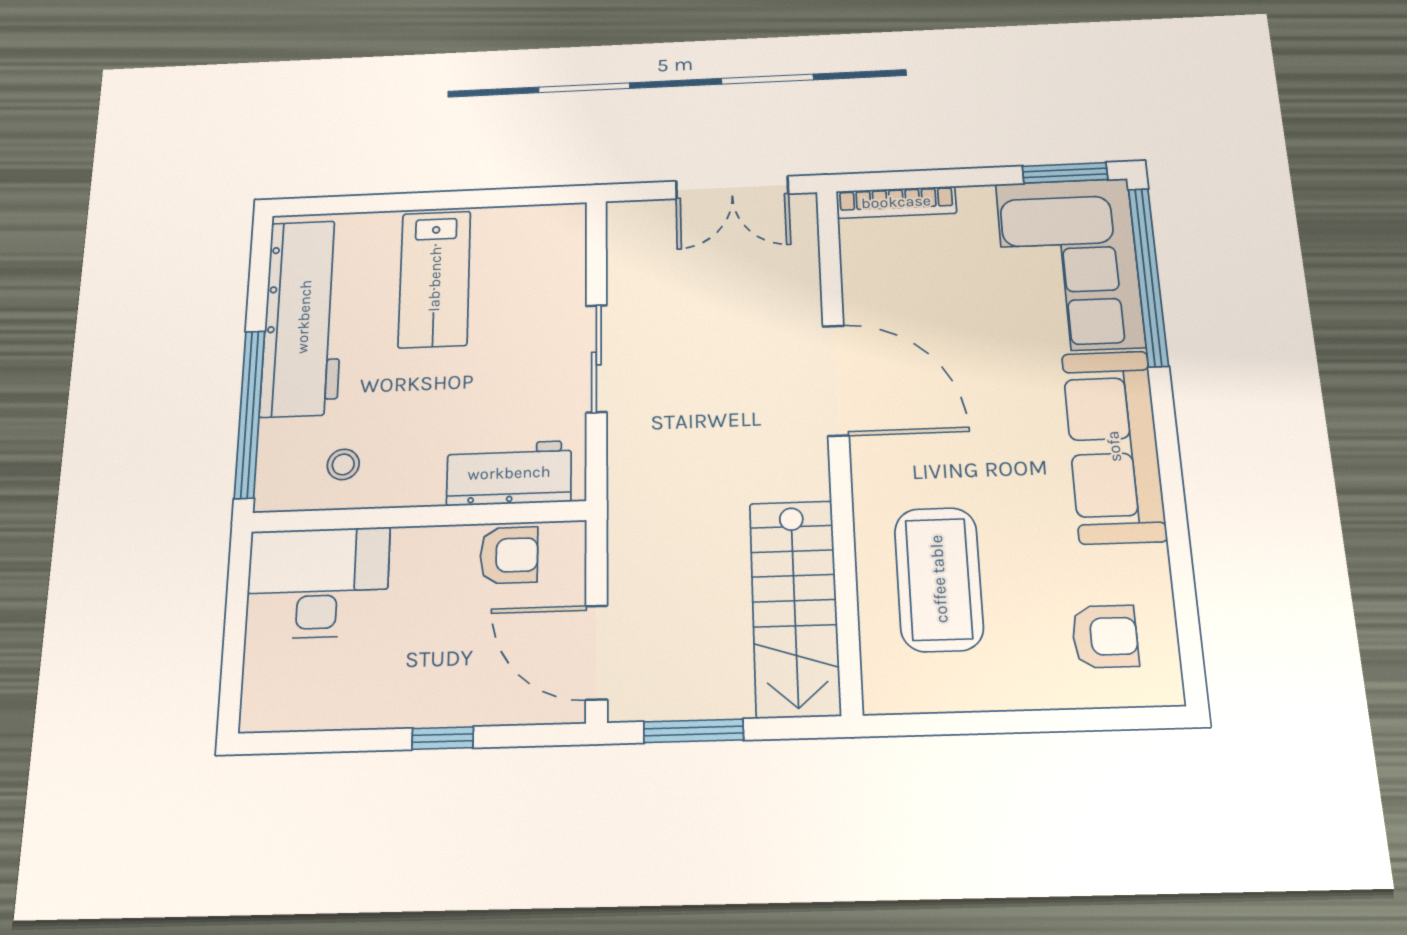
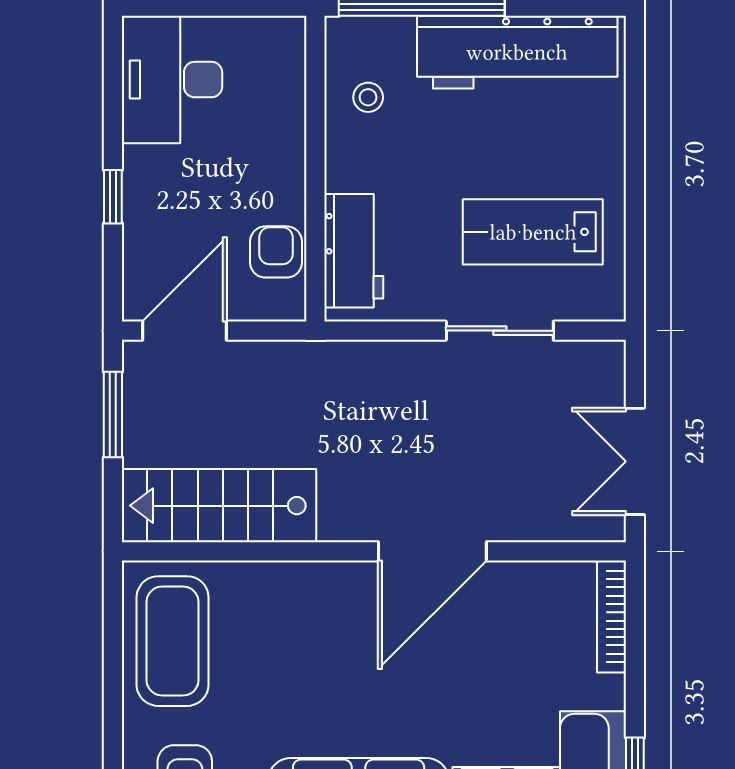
lab bench: (435, 279) -> (533, 232), moved
sliding door: (596, 359) -> (500, 331), moved
armchair: (509, 555) -> (276, 252), turned 180
coffee table: (939, 579) -> (173, 641), moved, turned 90
desk: (318, 583) -> (172, 80), moved, turned 180

